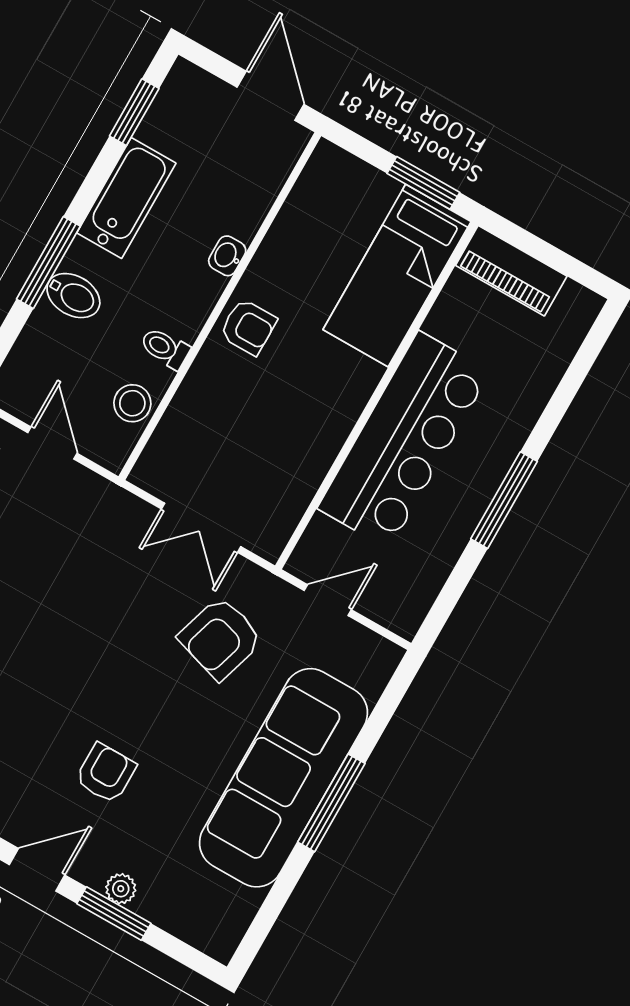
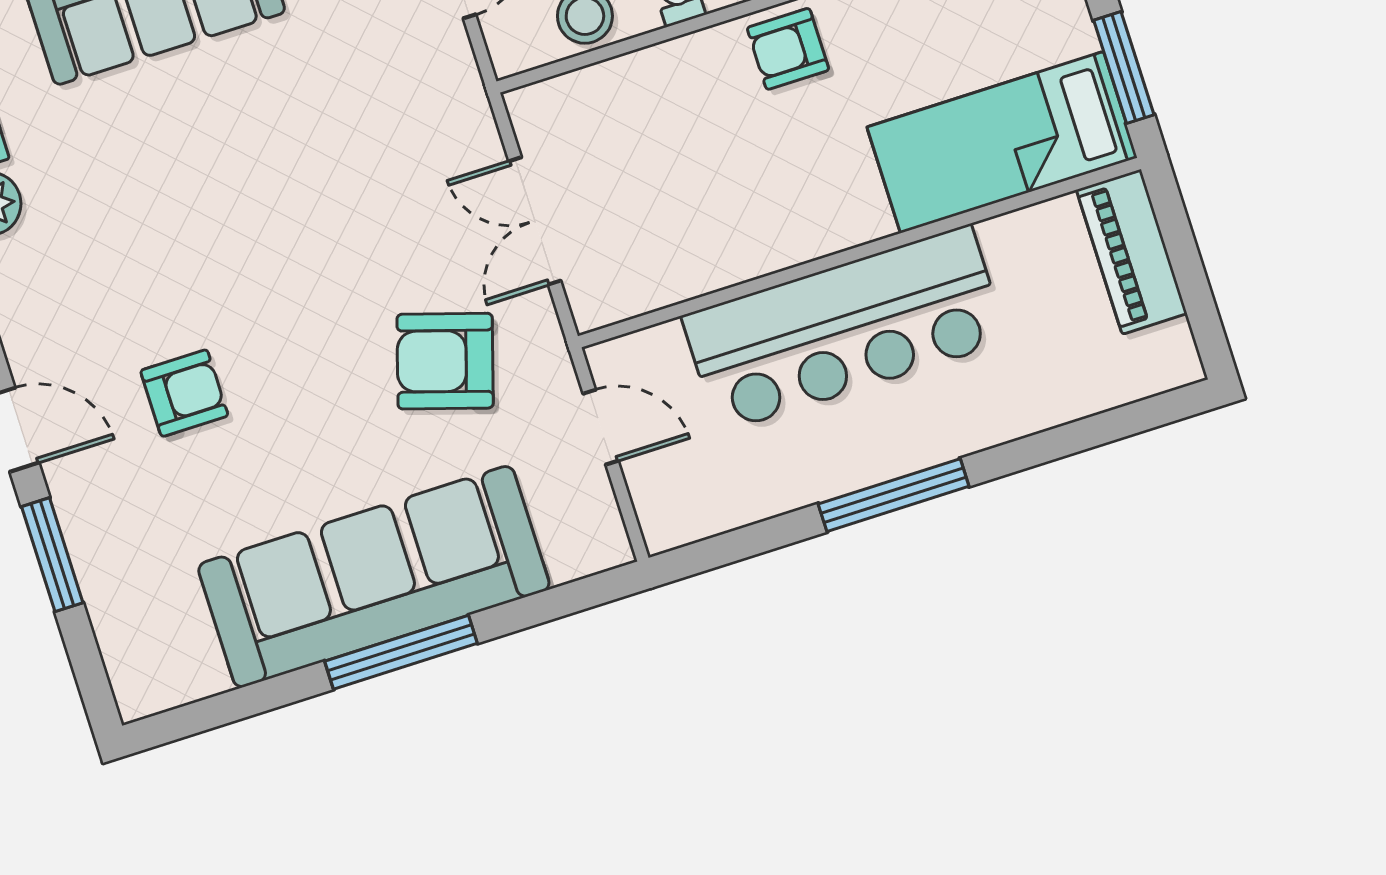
armchair: (248, 327) -> (788, 49), turned 90
plant: (121, 889) -> (85, 534), removed

